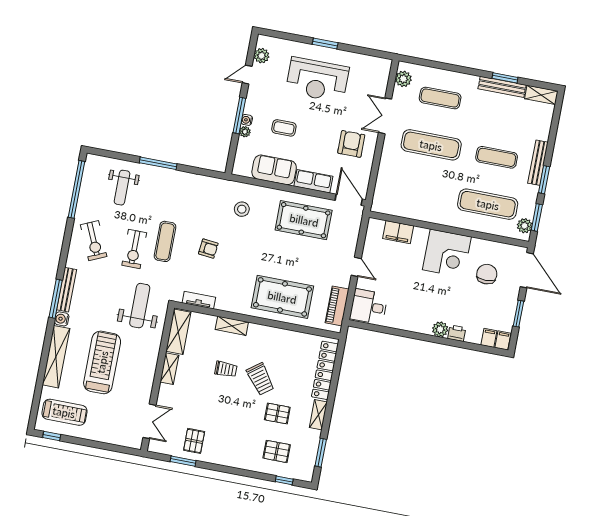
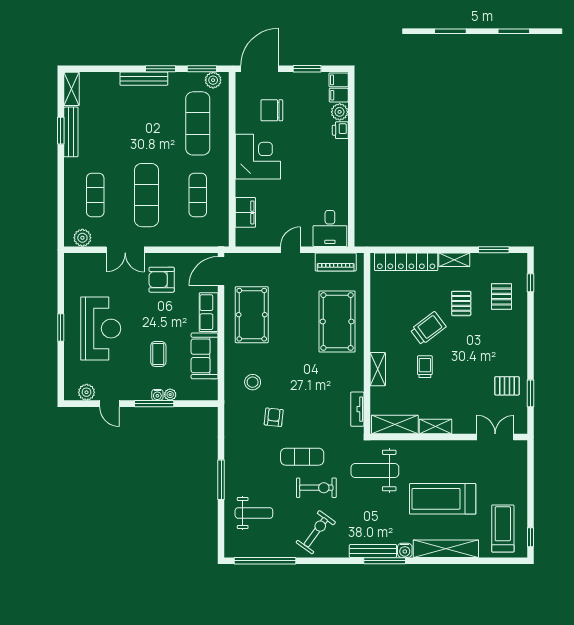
exercise mat: (497, 157) -> (198, 195), moved
exercise bike: (94, 241) -> (316, 532), turned -30
armchair: (208, 249) -> (274, 417), moved
plant: (440, 329) -> (340, 112), moved

